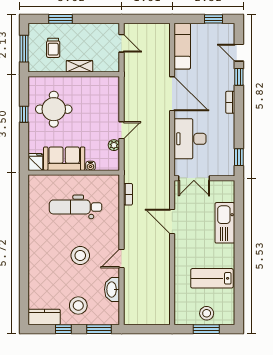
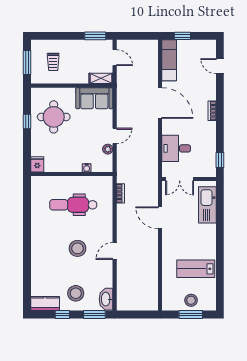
window: (60, 19) -> (95, 36), moved
window: (214, 19) -> (182, 36), moved
shelving: (80, 66) -> (101, 78), moved
window: (239, 77) -> (220, 88), removed
desk: (190, 139) -> (176, 148), width x0.73
sofa: (64, 159) -> (94, 98), moved, turned 180
kitchen sink: (225, 223) -> (207, 205), moved
washbasin: (112, 289) -> (106, 299), moved

